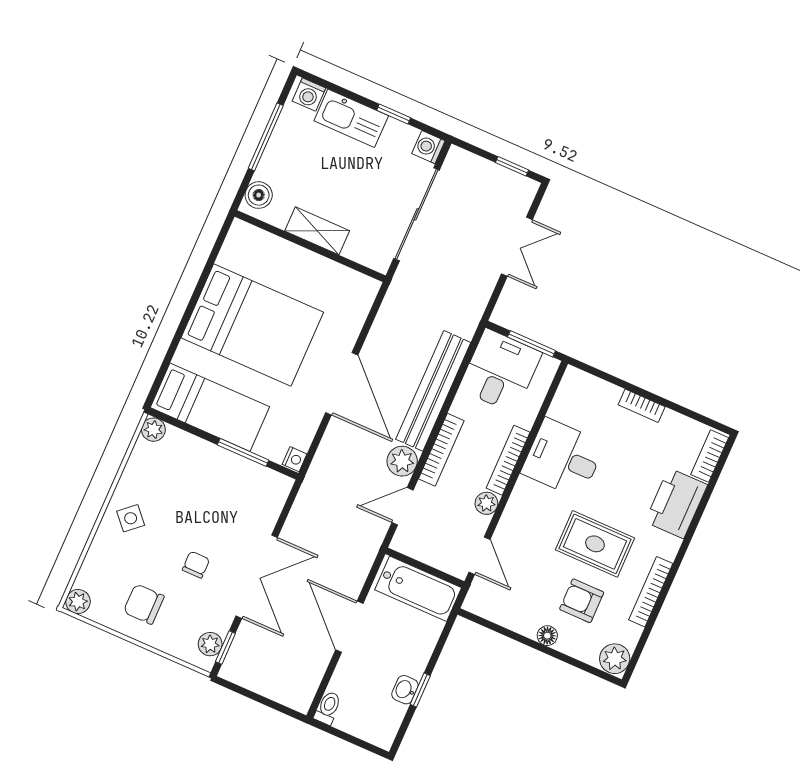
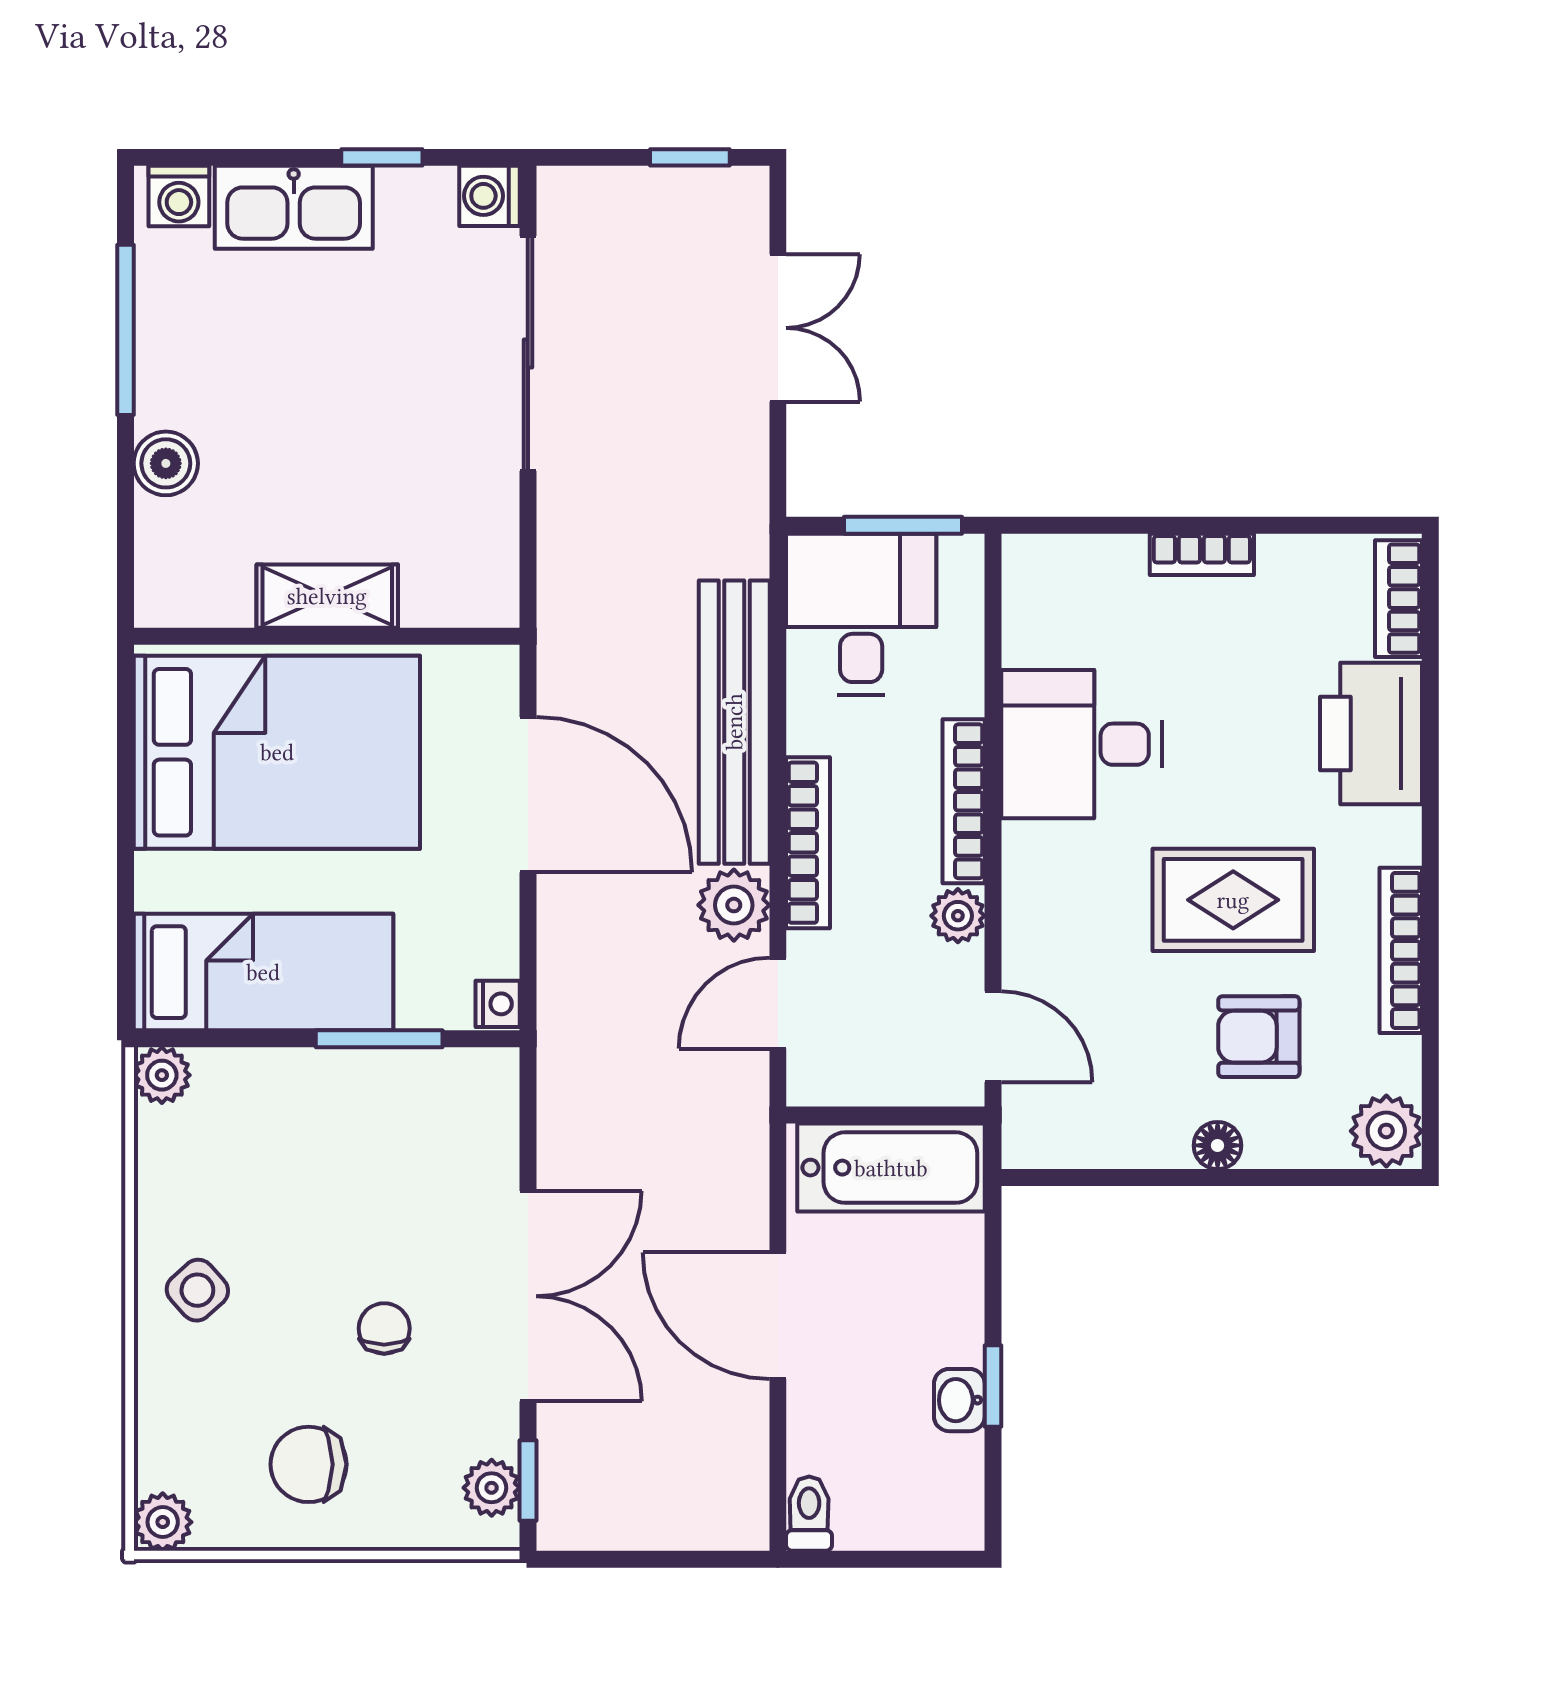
shelving: (317, 231) -> (327, 596), moved
wall: (310, 246) -> (327, 636), moved

